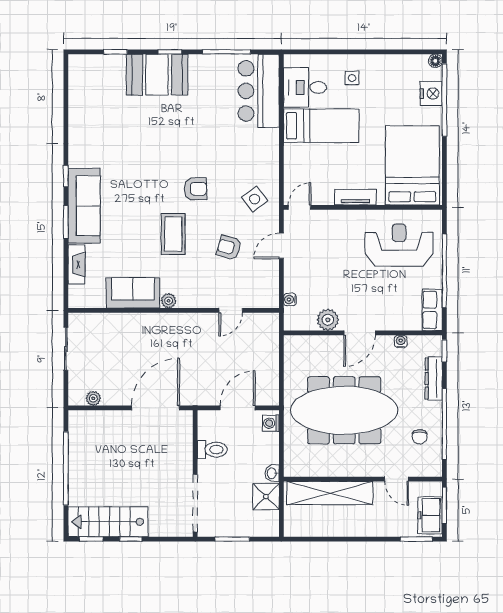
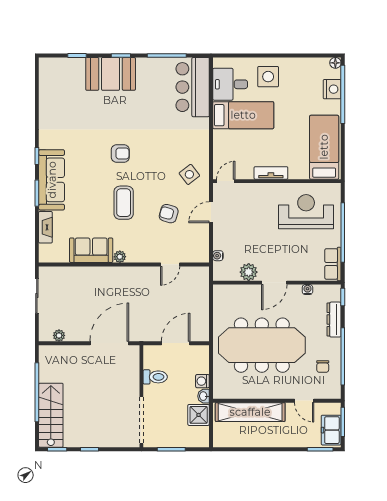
side table: (352, 78) -> (268, 77), width x1.87, depth x1.87
bed: (412, 165) -> (324, 147), width x0.67
armchair: (195, 189) -> (120, 153), moved
washing machine: (271, 423) -> (202, 381), moved
stairs: (108, 522) -> (51, 415), moved, turned 90

